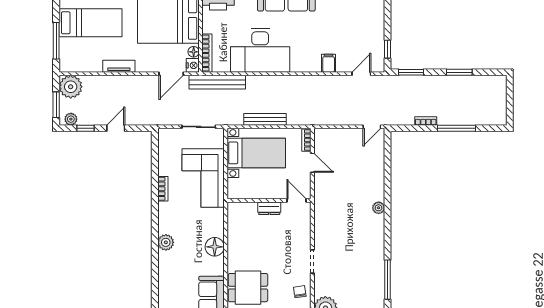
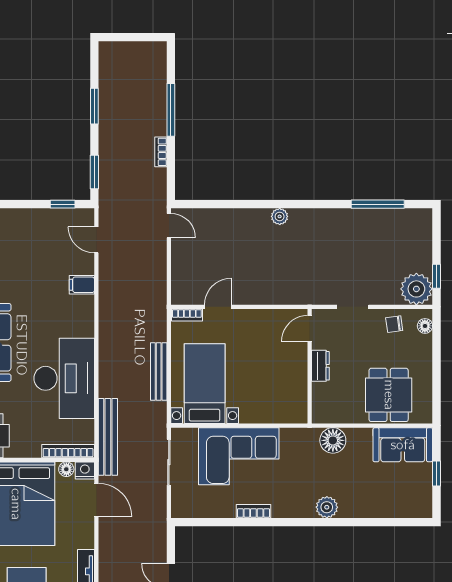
wall: (269, 200) -> (310, 366), moved
door: (296, 200) -> (310, 329), moved
dresser: (269, 208) -> (320, 366), moved

